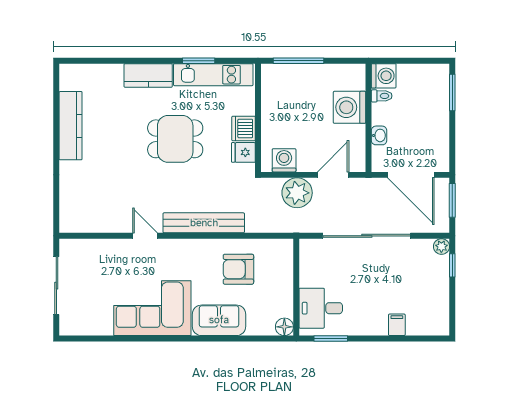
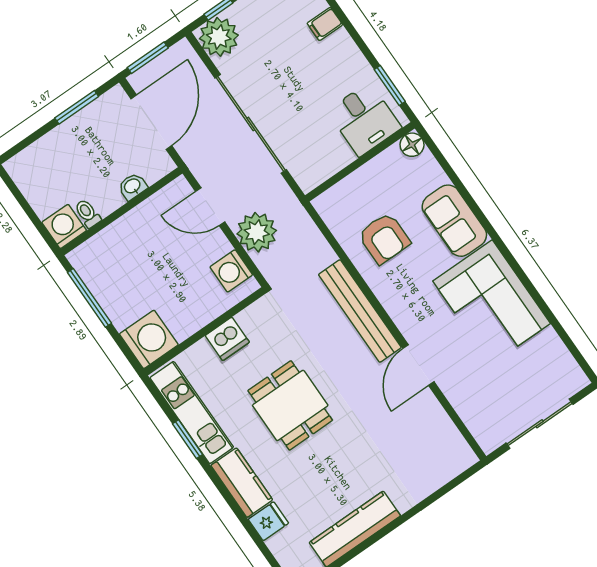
window: (299, 61) -> (89, 298), moved
window: (452, 93) -> (77, 107), moved
washing machine: (350, 107) -> (149, 339), moved, turned -90
fridge: (243, 152) -> (268, 521), moved, turned -90
door: (145, 236) -> (418, 365), width x1.38
plant: (441, 247) -> (219, 37), width x1.87, depth x1.87

